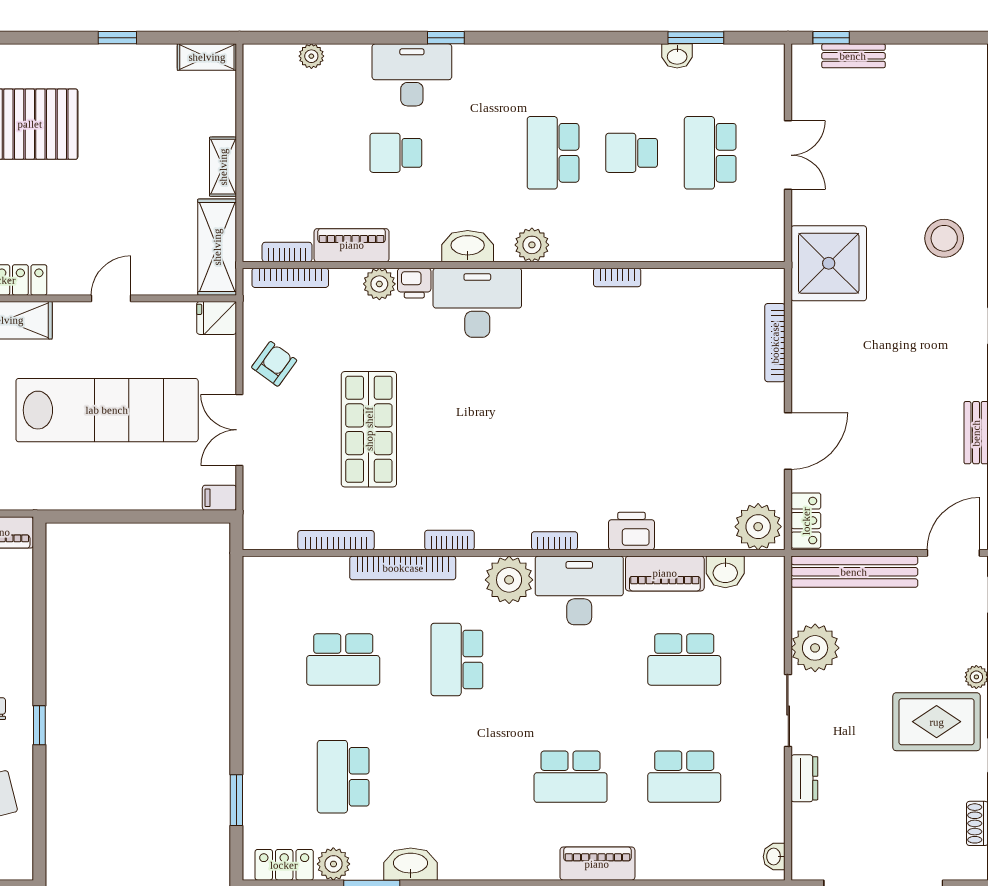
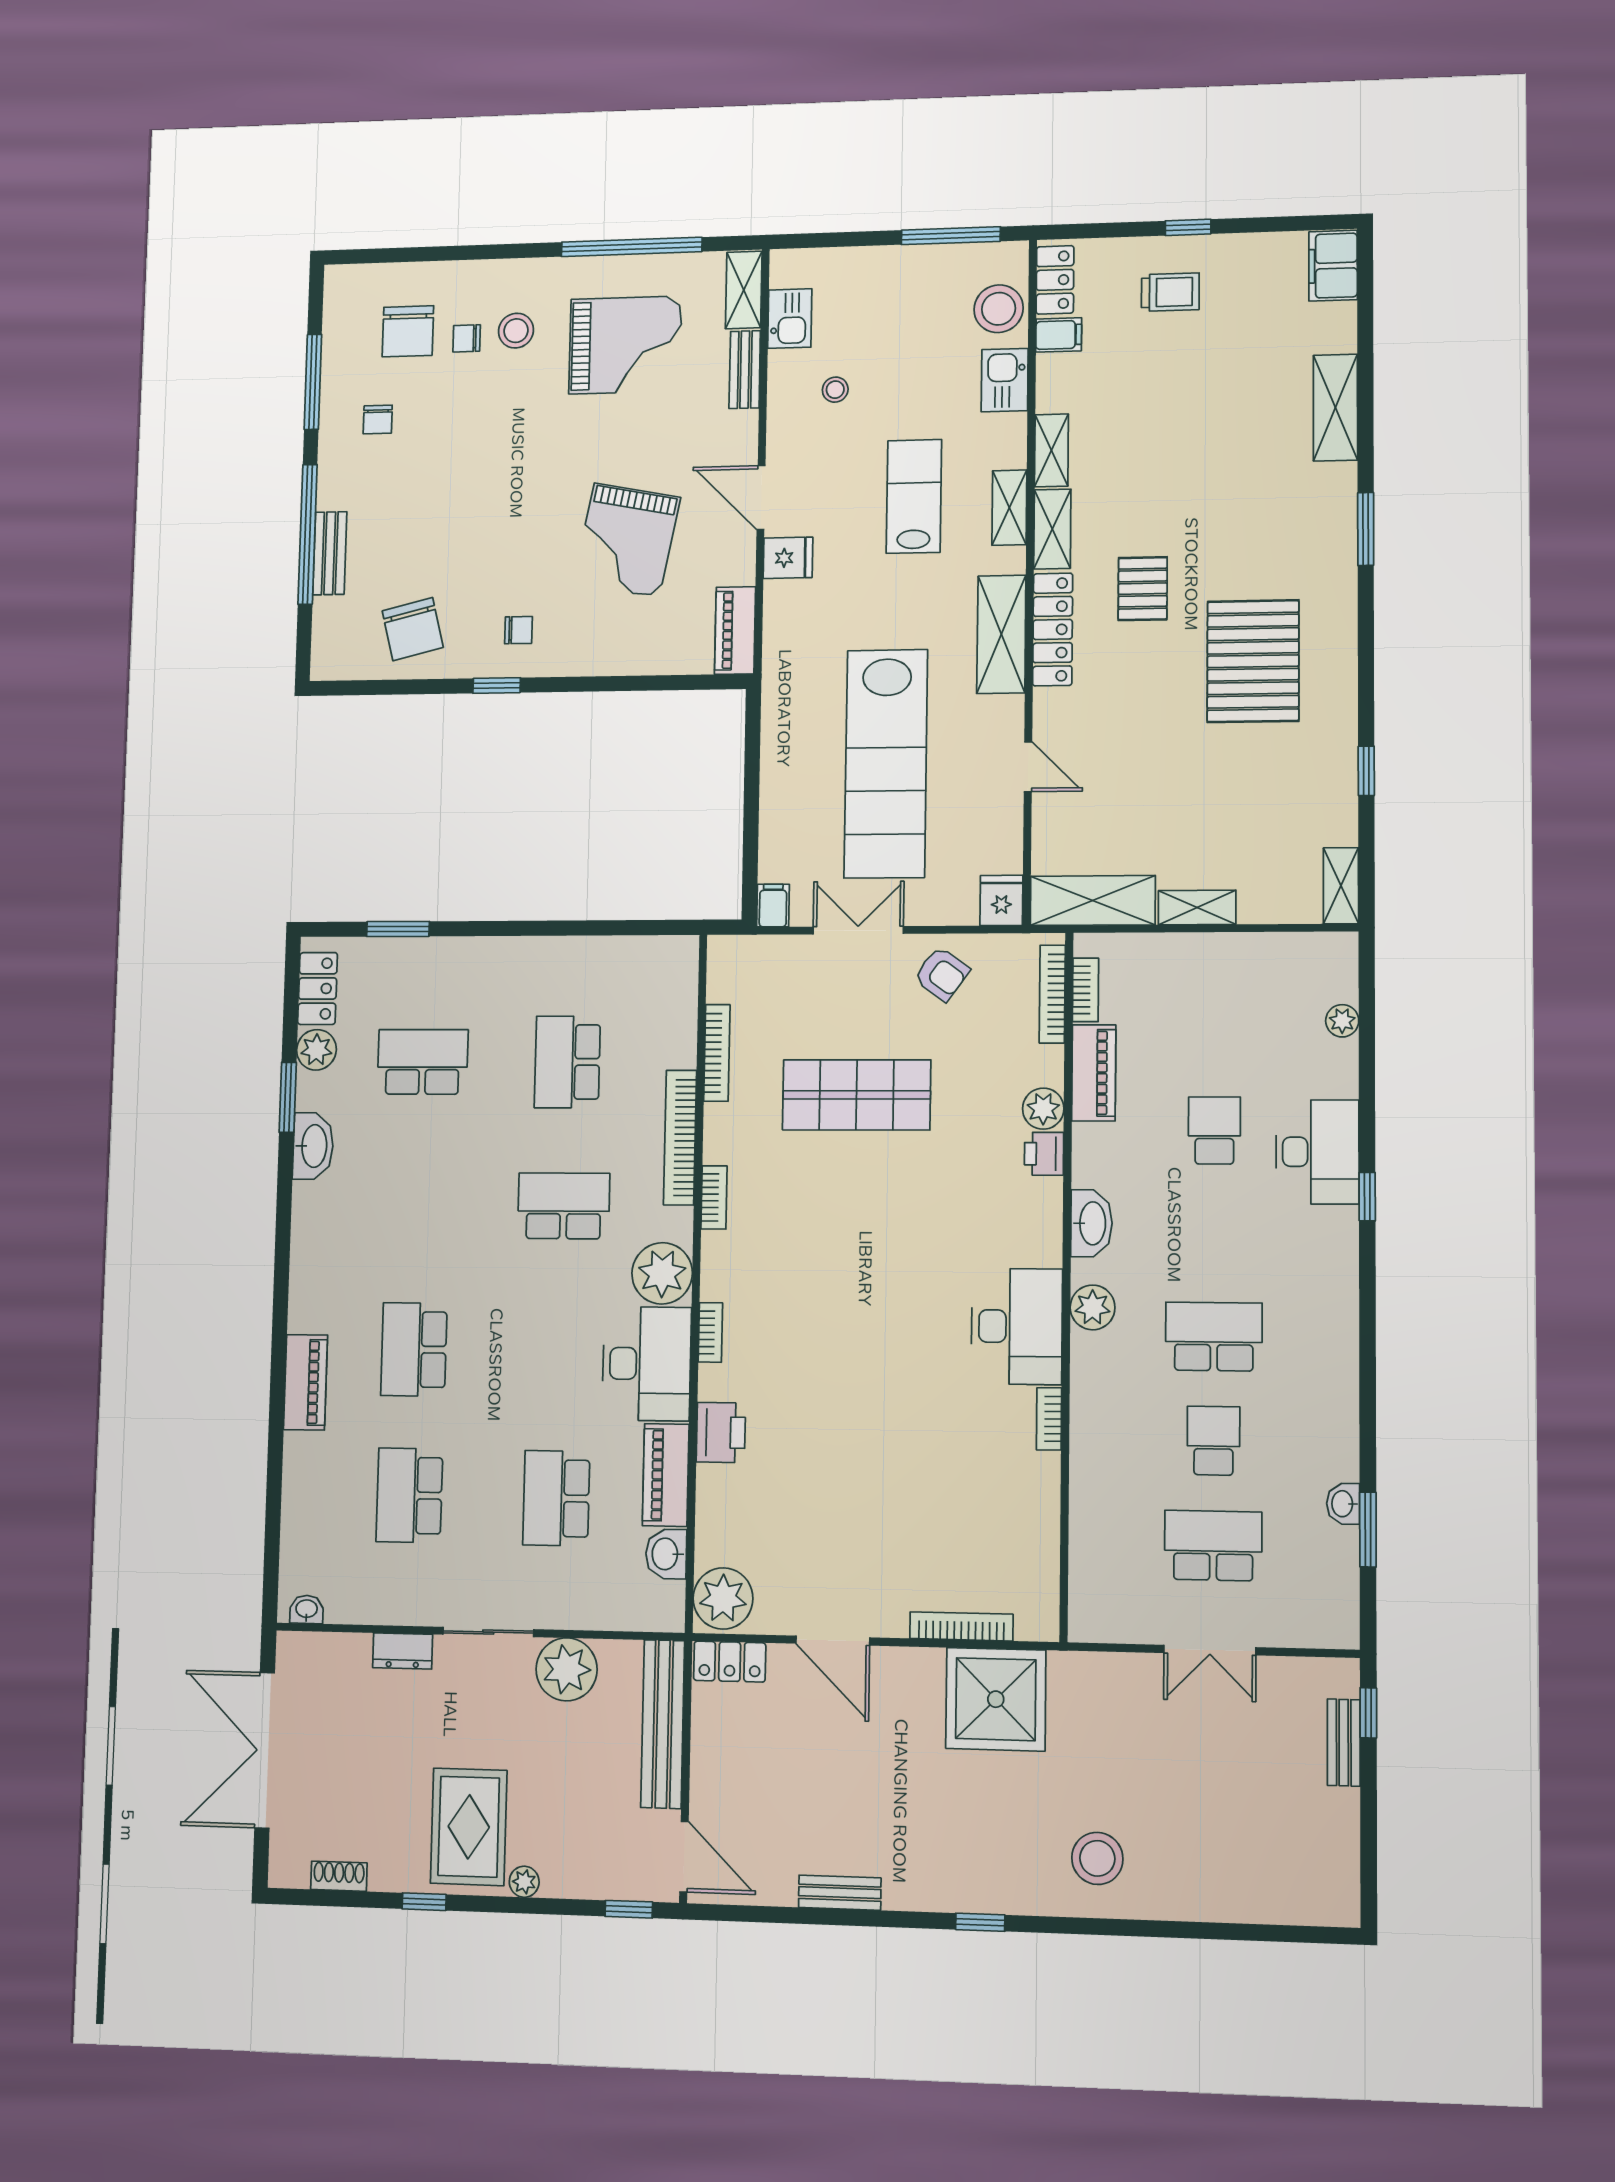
shower: (829, 263) -> (996, 1699), moved
desk: (477, 303) -> (1017, 1326), moved

